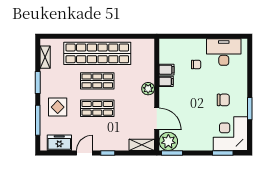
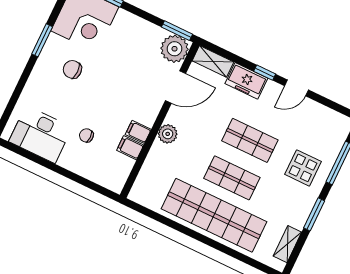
door: (157, 119) -> (176, 87), swing flipped
freezer: (59, 143) -> (246, 81), moved

